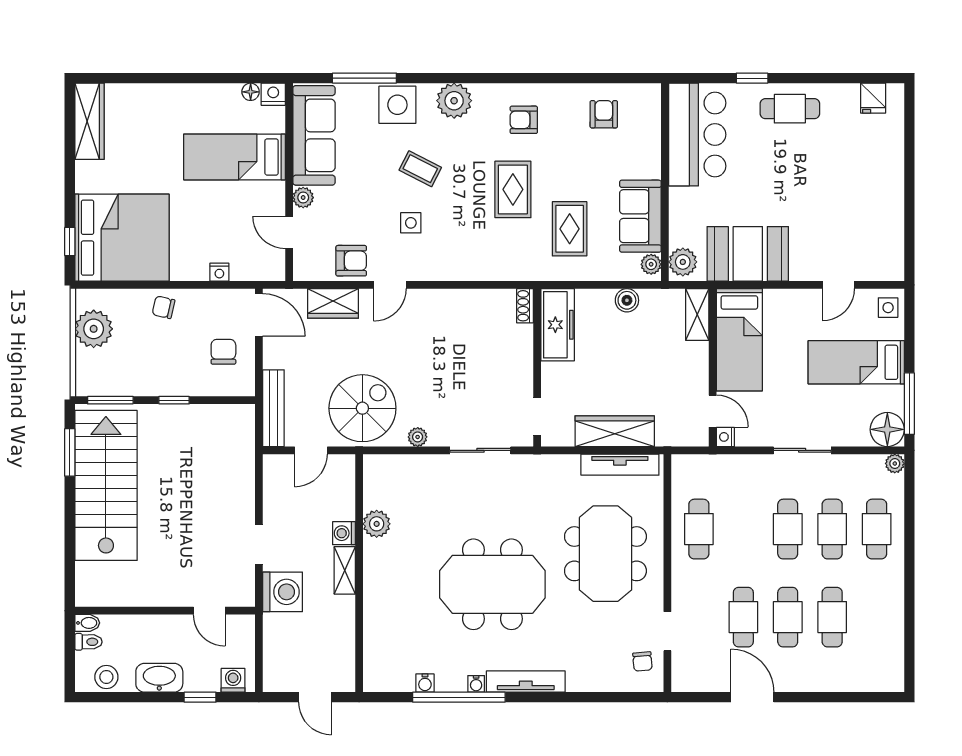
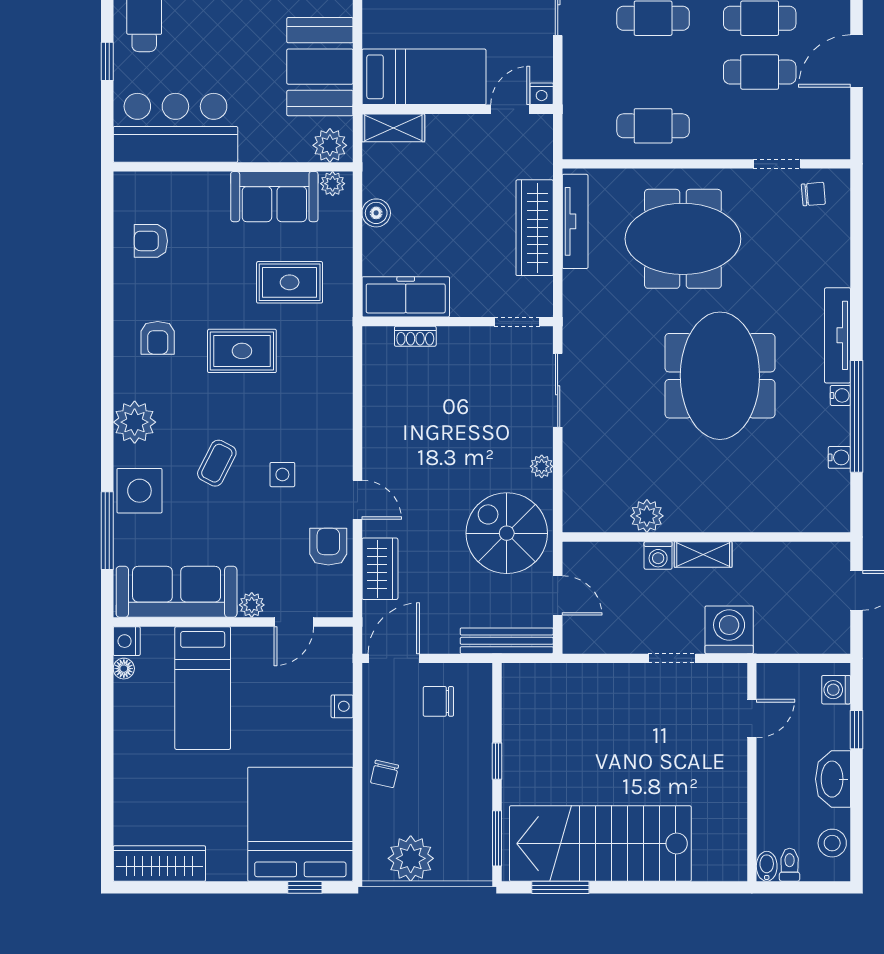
shoe rack: (525, 306) -> (415, 336), moved

